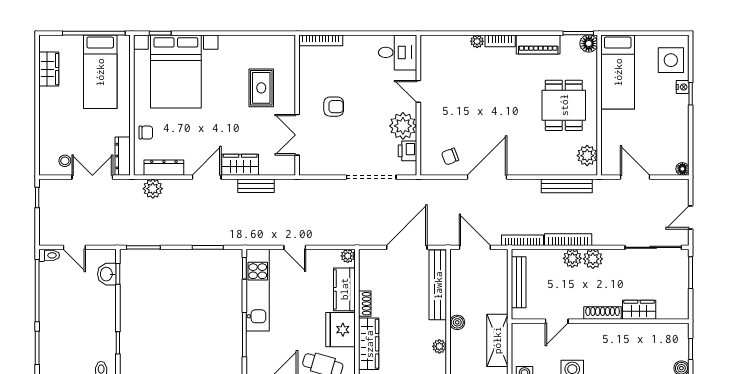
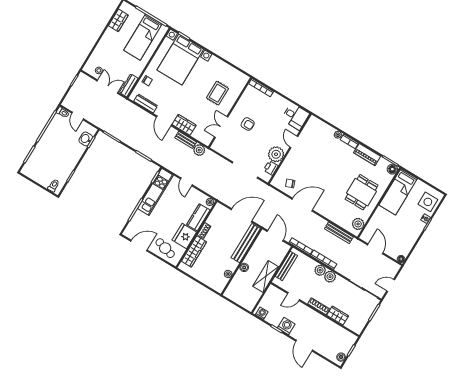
door: (207, 177) -> (164, 121), swing flipped
plant: (153, 189) -> (199, 150), moved
shelving: (497, 340) -> (266, 276), moved

